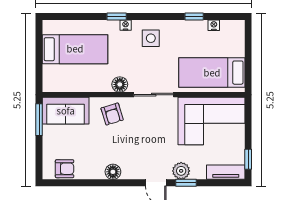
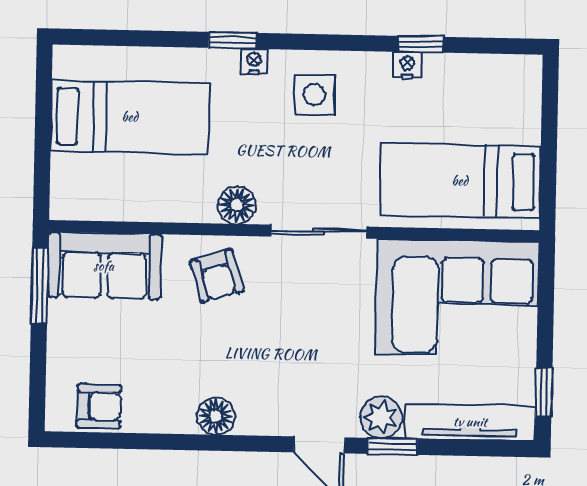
nightstand: (214, 25) -> (407, 65), moved
tv unit: (226, 172) -> (470, 422), width x1.41

